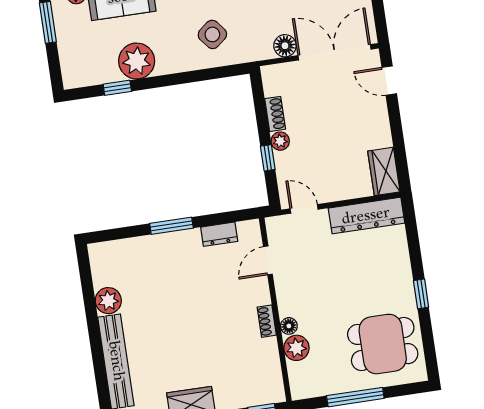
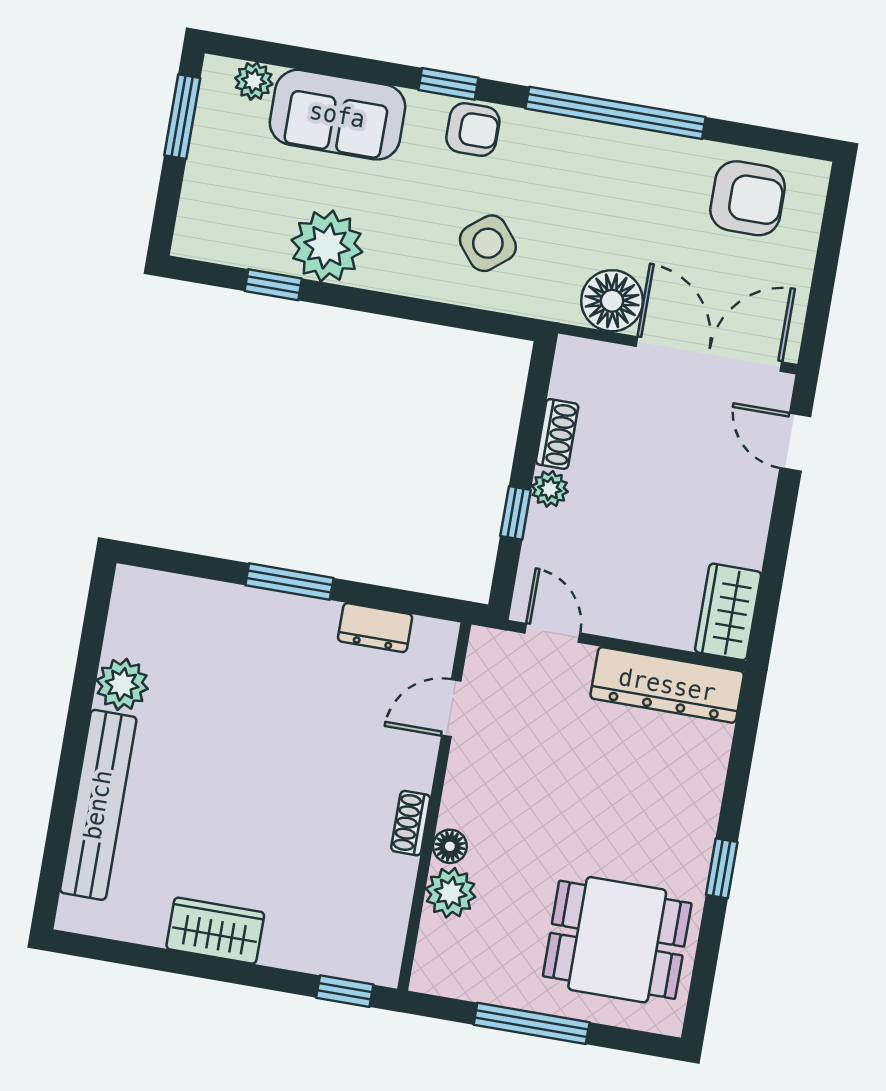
floor lamp: (285, 46) -> (612, 301), width x1.38, depth x1.38

